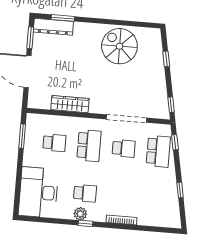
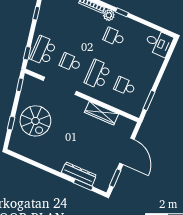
dresser: (53, 27) -> (79, 174), moved
spiral stairs: (119, 46) -> (35, 121), moved
desk: (38, 192) -> (159, 43), width x0.53, depth x0.77
plant: (80, 214) -> (109, 15), moved

